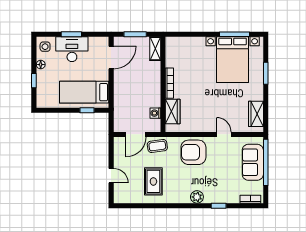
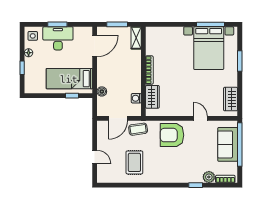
boiler: (119, 106) -> (102, 91), added
plant: (197, 197) -> (209, 177), moved

